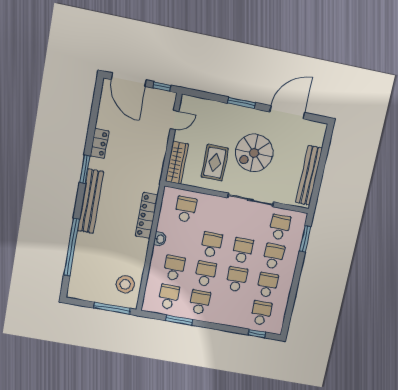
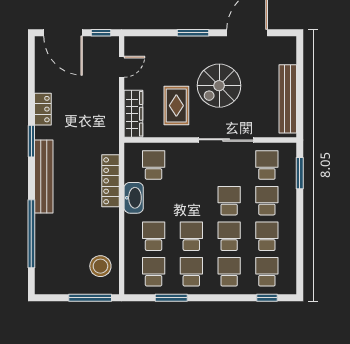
washbasin: (160, 239) -> (134, 198), width x1.91, depth x1.45
school desk: (211, 245) -> (229, 272), moved

